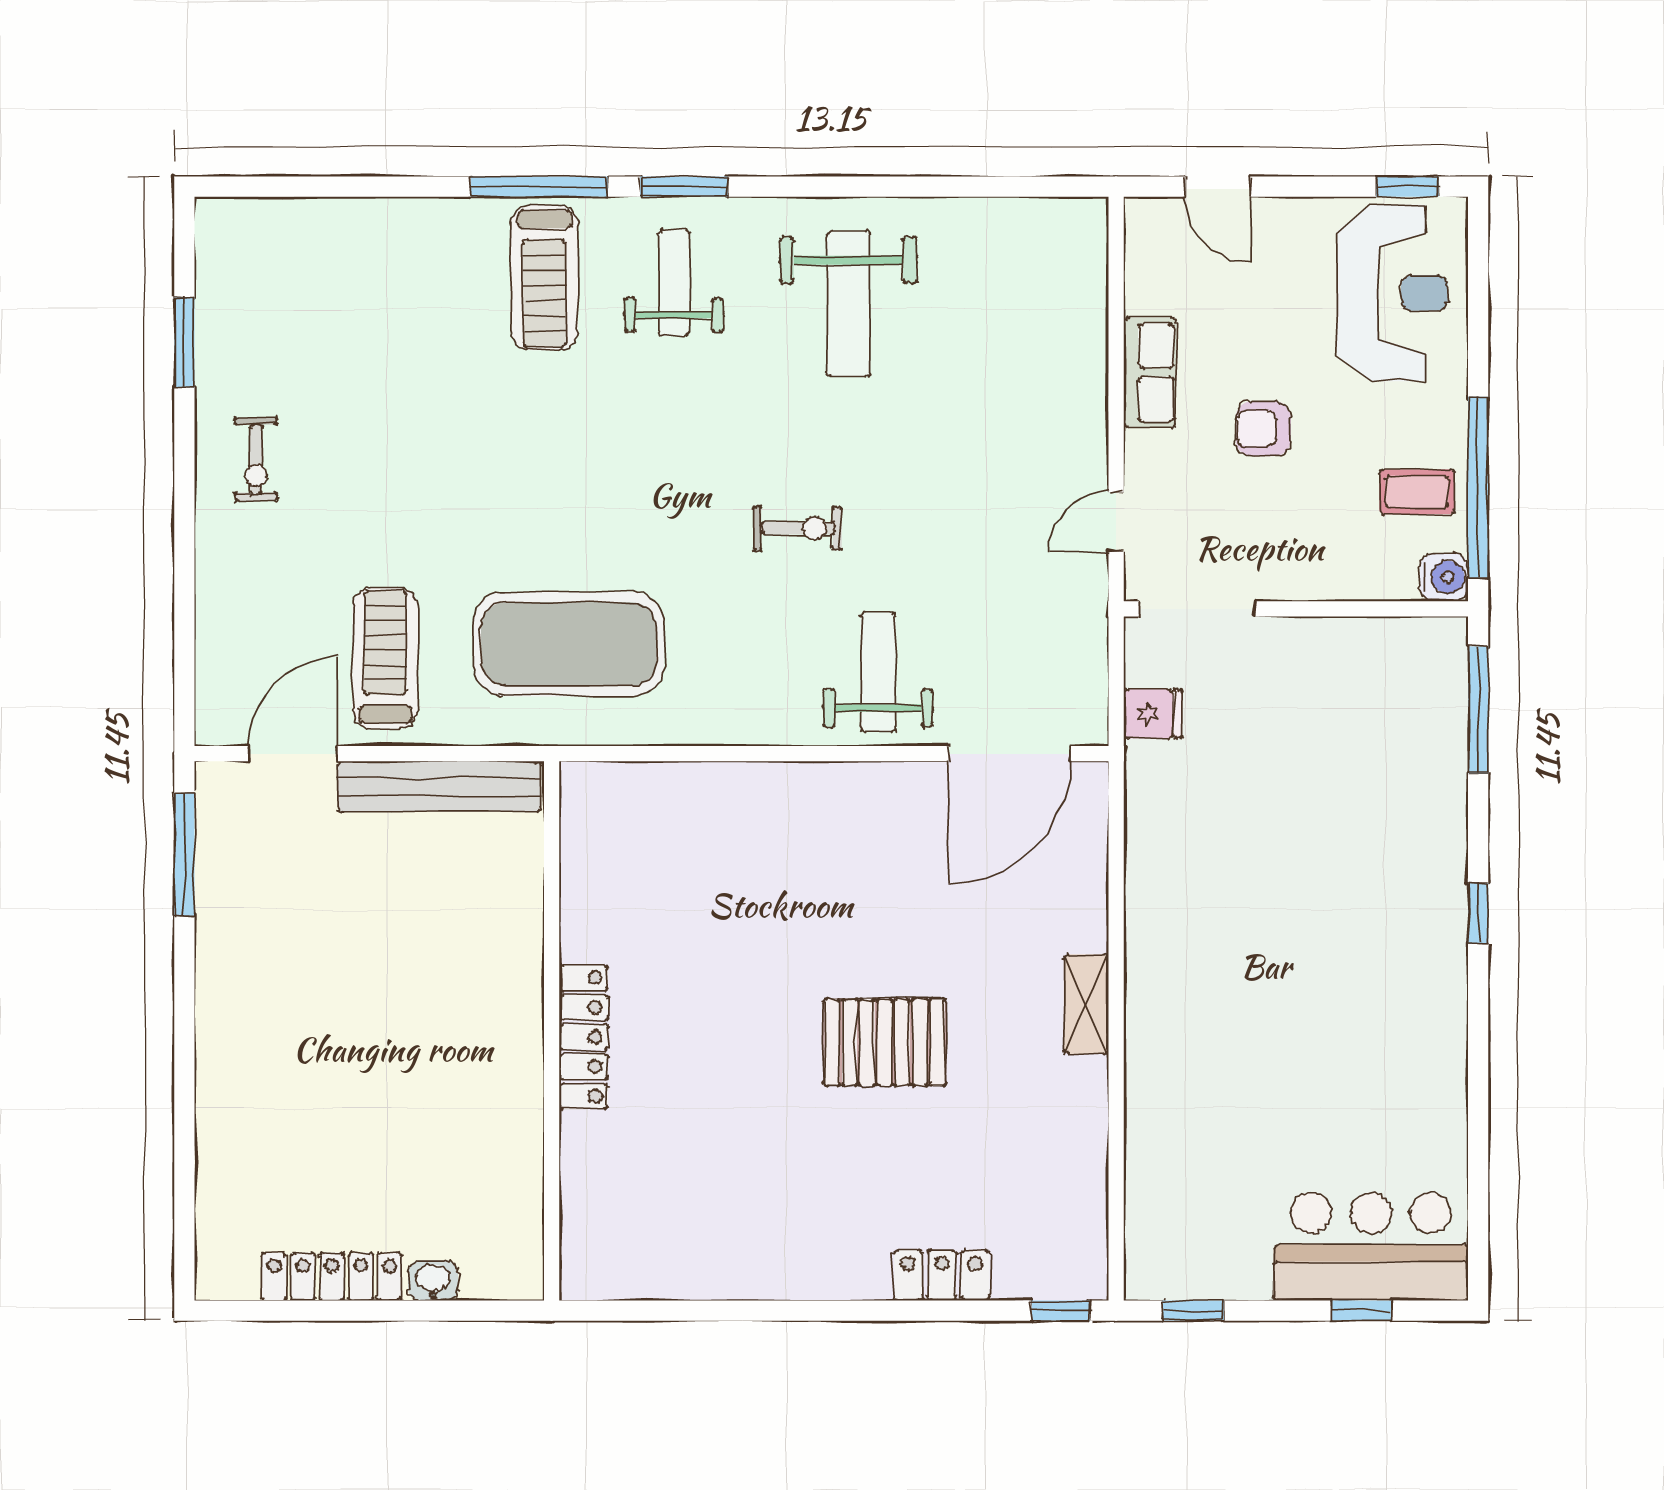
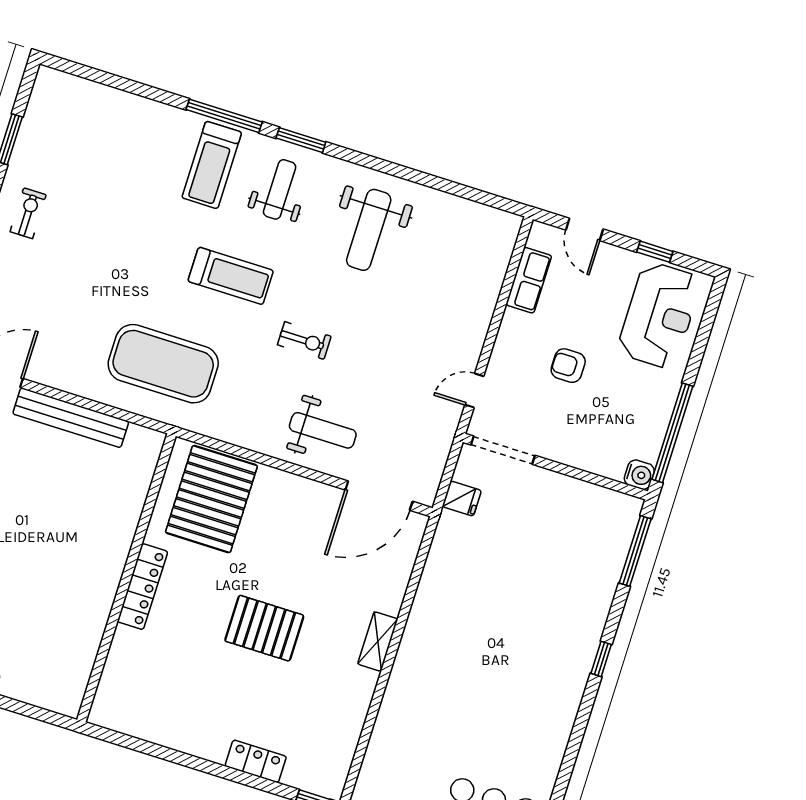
window: (1407, 187) -> (655, 252), moved
row of seats: (1150, 372) -> (529, 280), moved
exercise bike: (256, 459) -> (28, 213), turned 180
coffee table: (1417, 492) -> (639, 425), removed
treadmill: (385, 658) -> (231, 276), moved, turned 90
weight bench: (878, 672) -> (323, 430), turned 90
pallet: (724, 850) -> (211, 499), added
wall: (552, 1031) -> (126, 578), moved
locker: (584, 1037) -> (142, 587), moved

